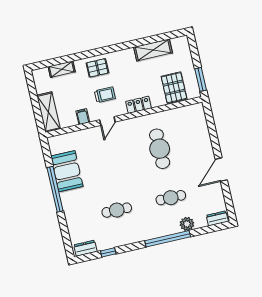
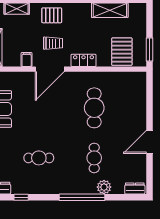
door: (107, 121) -> (50, 69), width x1.88
cafe table: (171, 198) -> (94, 158), turned 90

